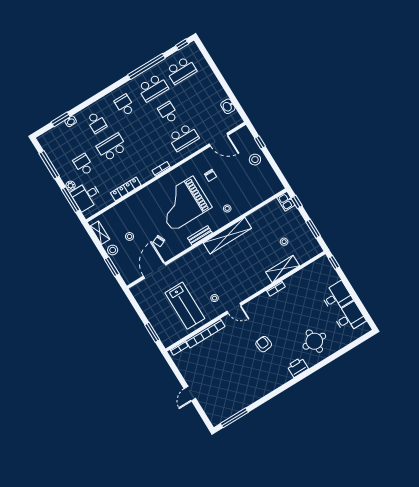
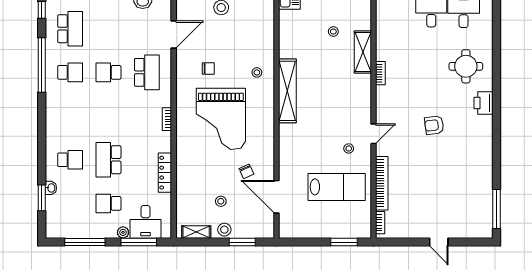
school desk: (153, 88) -> (70, 72), width x0.54
school desk: (125, 105) -> (70, 116), removed
bench: (200, 236) -> (268, 122), removed

